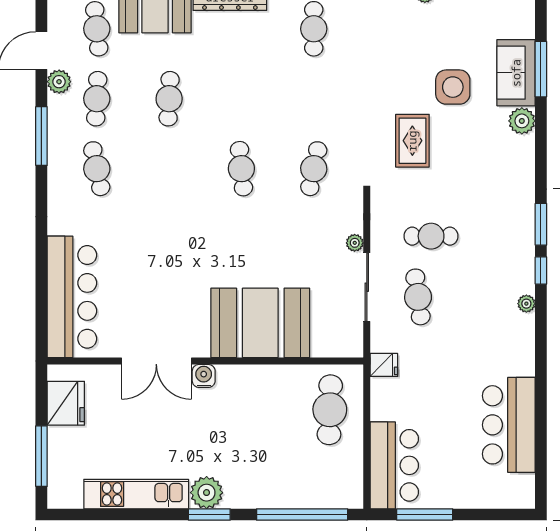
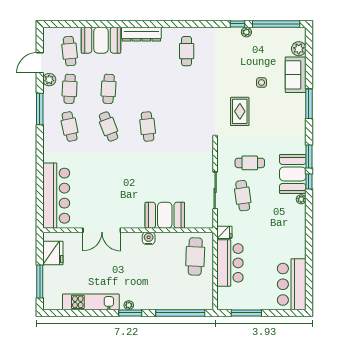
window: (541, 69) -> (309, 104), moved
side table: (453, 87) -> (261, 83), width x0.54, depth x0.54
plant: (522, 121) -> (299, 49), moved
cafe table: (314, 169) -> (109, 127), moved, turned -33
plant: (355, 243) -> (209, 166), removed
booth: (511, 257) -> (293, 174), added
booth: (260, 323) -> (165, 215), width x0.73, depth x0.70
water cooler: (204, 376) -> (149, 238), moved
bar counter: (509, 425) -> (292, 284), moved
bar counter: (394, 465) -> (230, 263), moved
plant: (207, 493) -> (129, 305), width x0.53, depth x0.53

